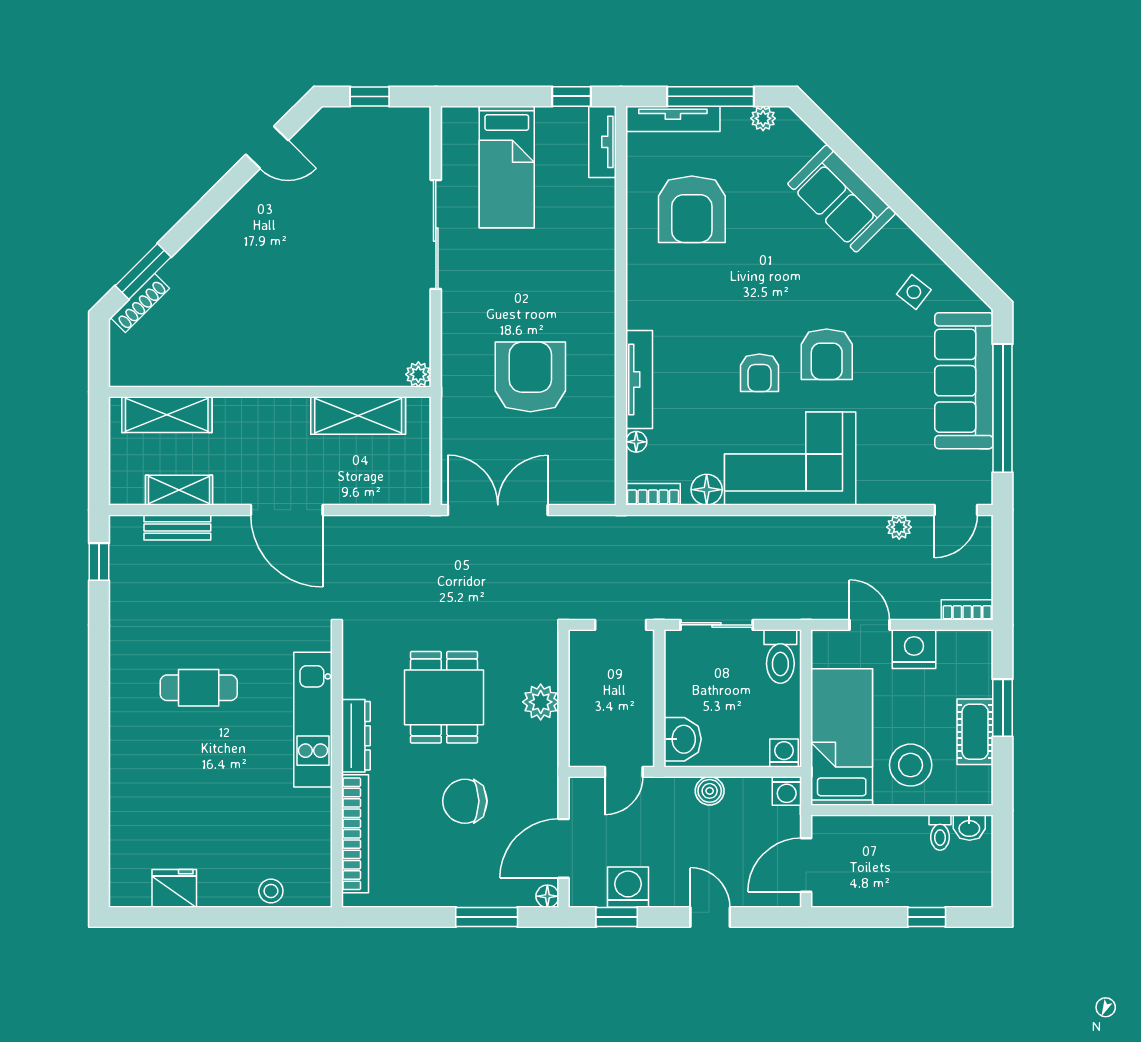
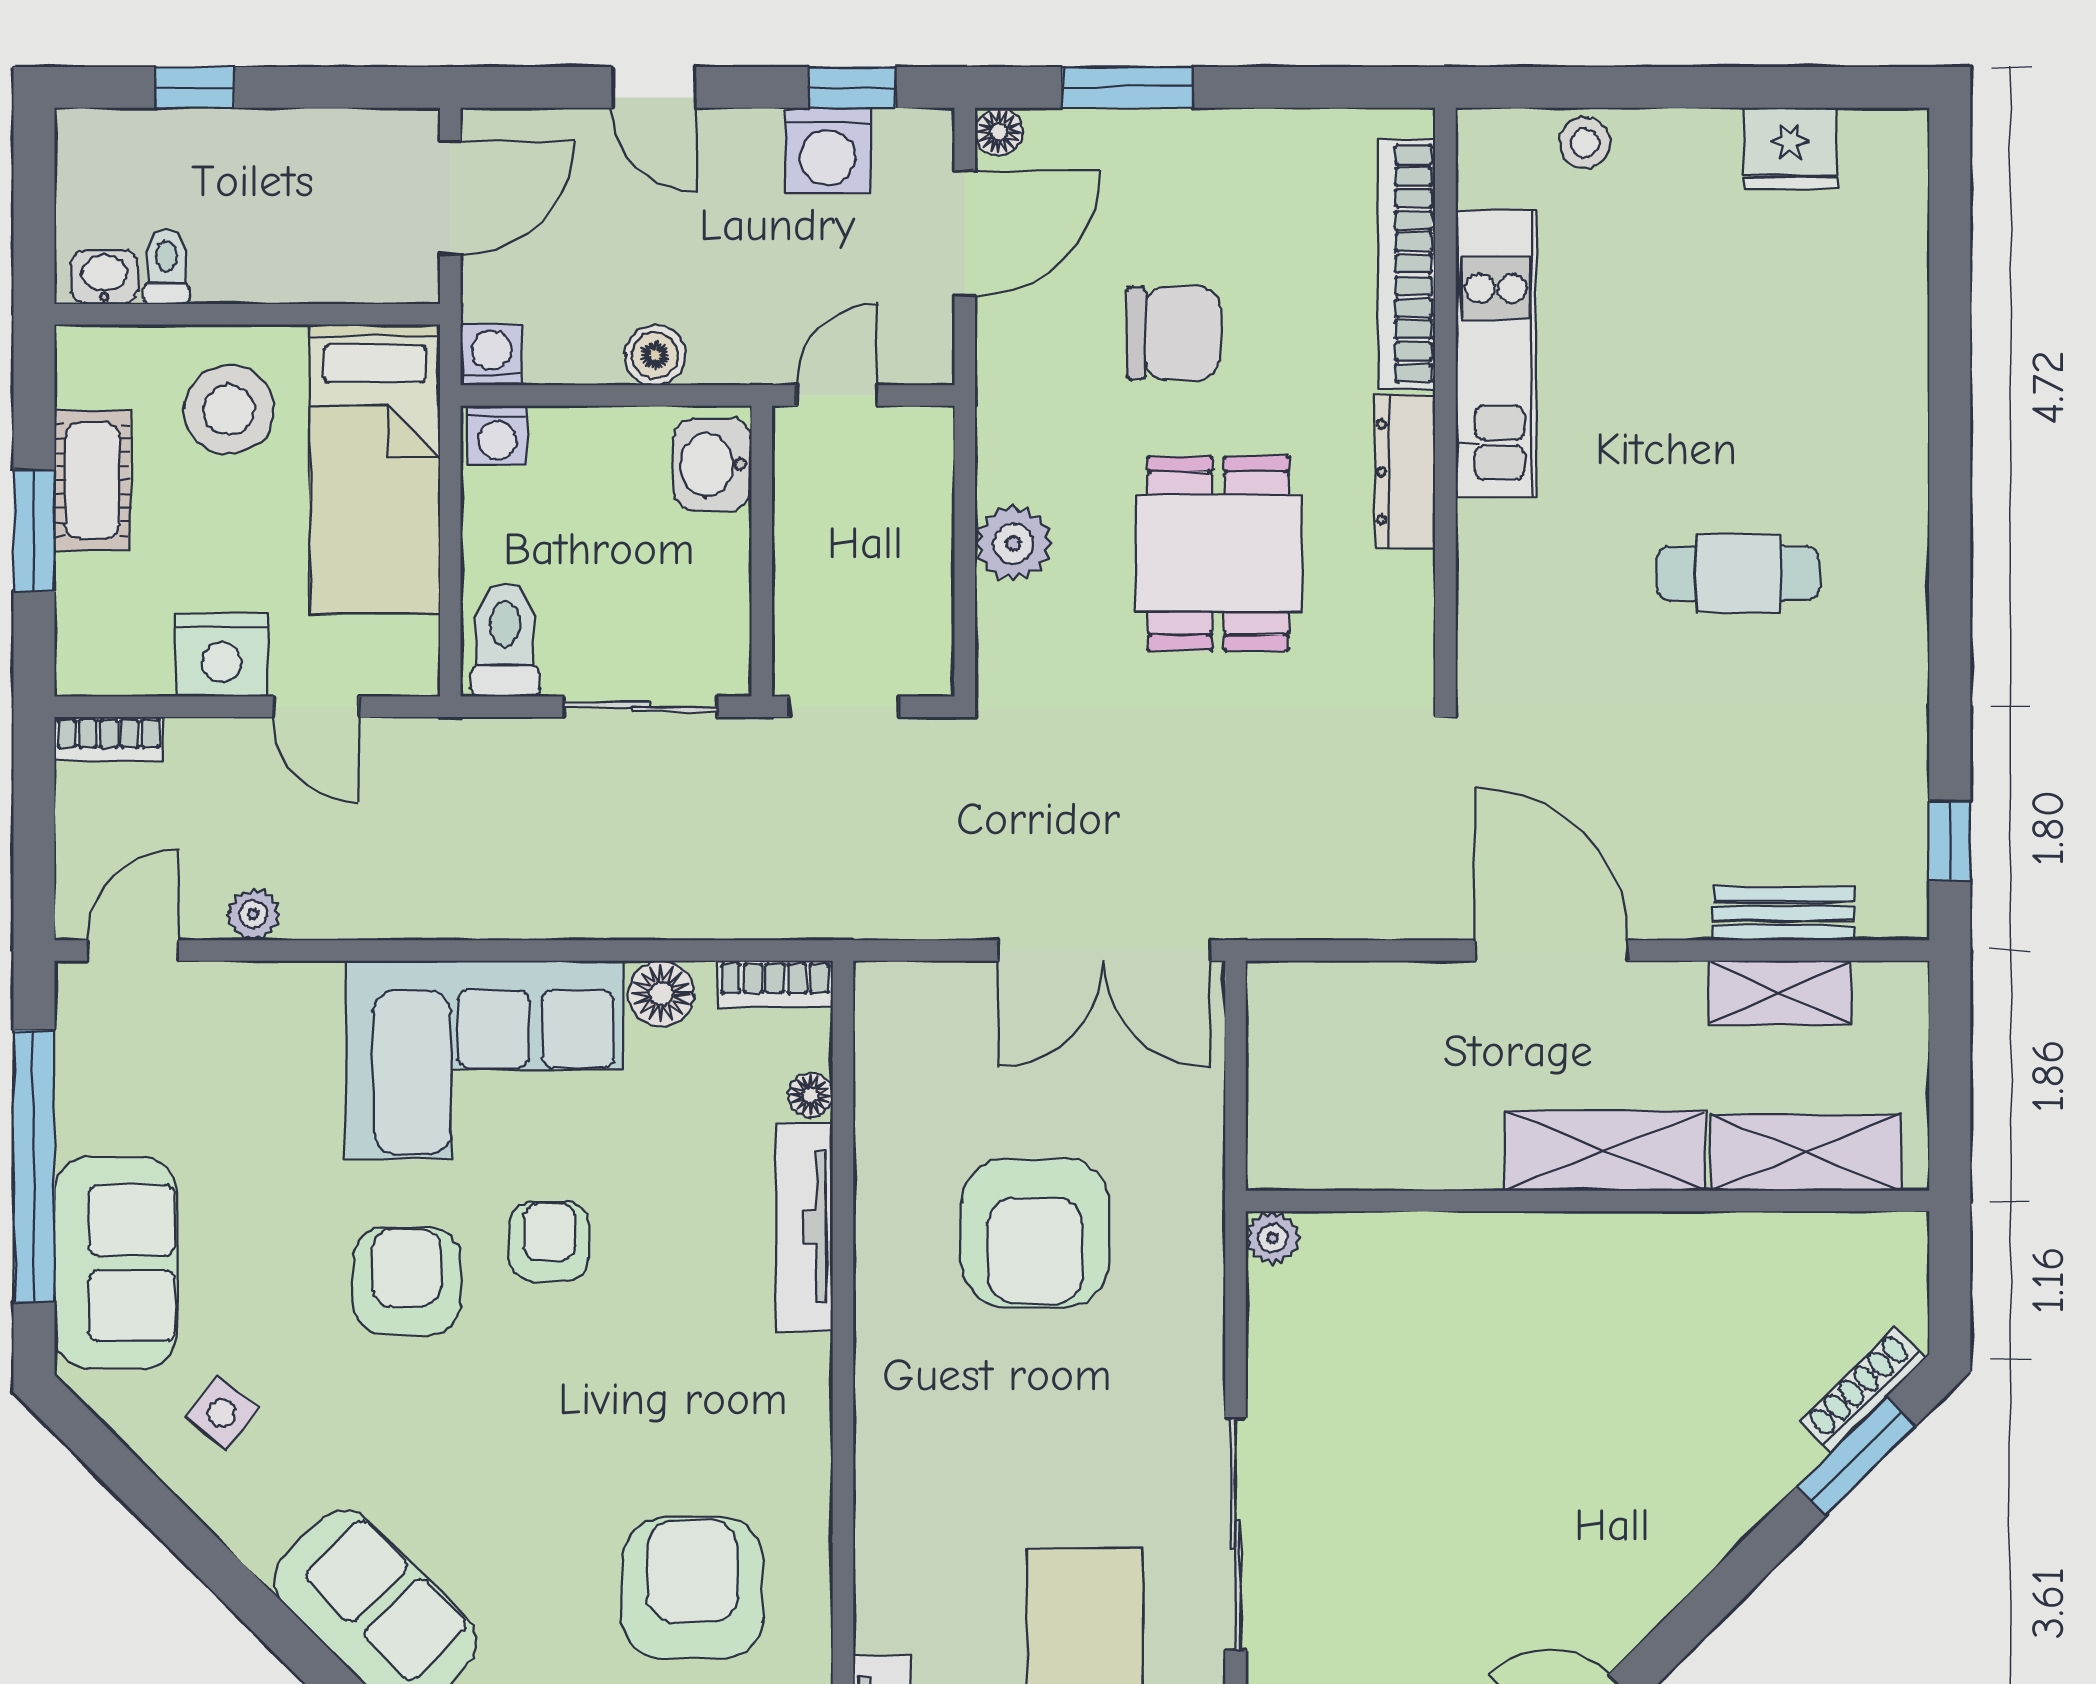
sofa: (964, 381) -> (116, 1263), width x0.73
shelving: (358, 416) -> (1605, 1151), moved
kitchen unit: (313, 720) -> (1496, 354), moved

